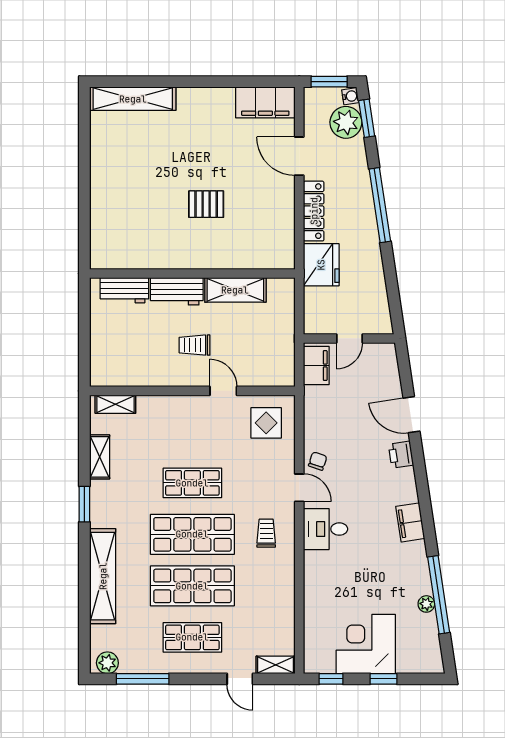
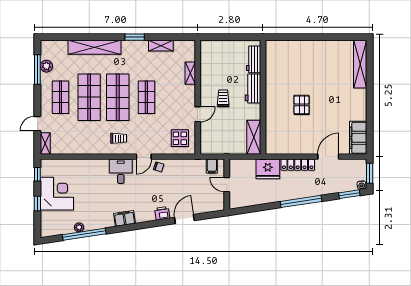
plant: (346, 122) -> (347, 183), removed
shelving: (235, 290) -> (254, 137), moved
filing cabinet: (316, 366) -> (212, 166), width x0.50
shelving: (115, 404) -> (190, 73), moved
plant: (107, 663) -> (46, 66), moved

